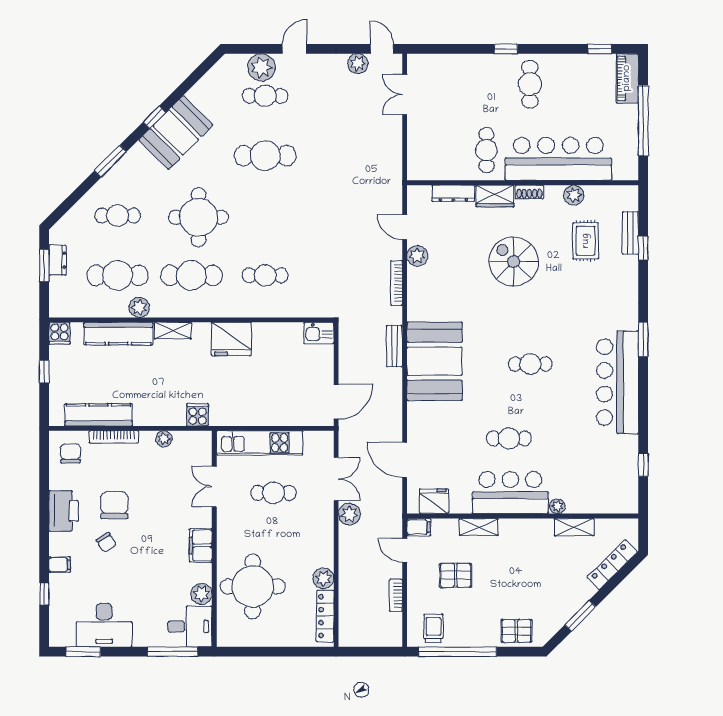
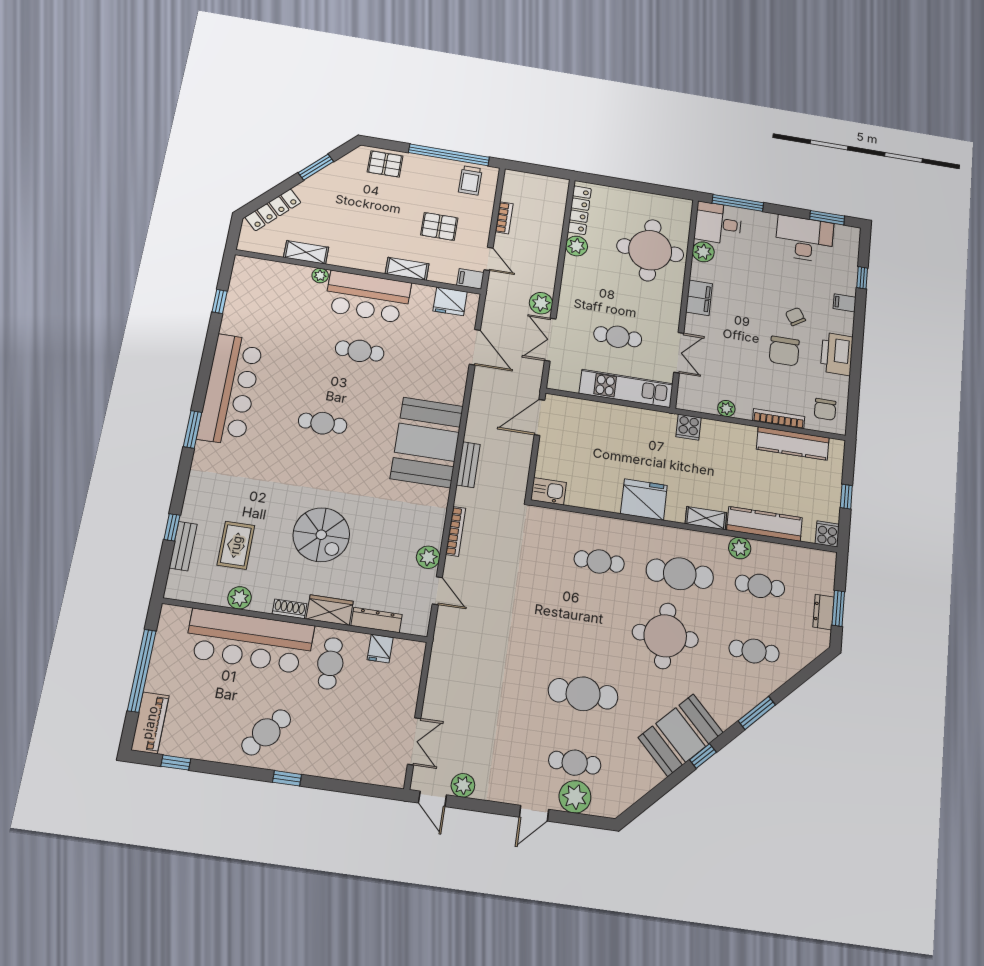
cafe table: (530, 84) -> (266, 732), turned 39
fridge: (446, 169) -> (380, 649), added
cafe table: (118, 275) -> (760, 586), width x0.73, depth x0.74

